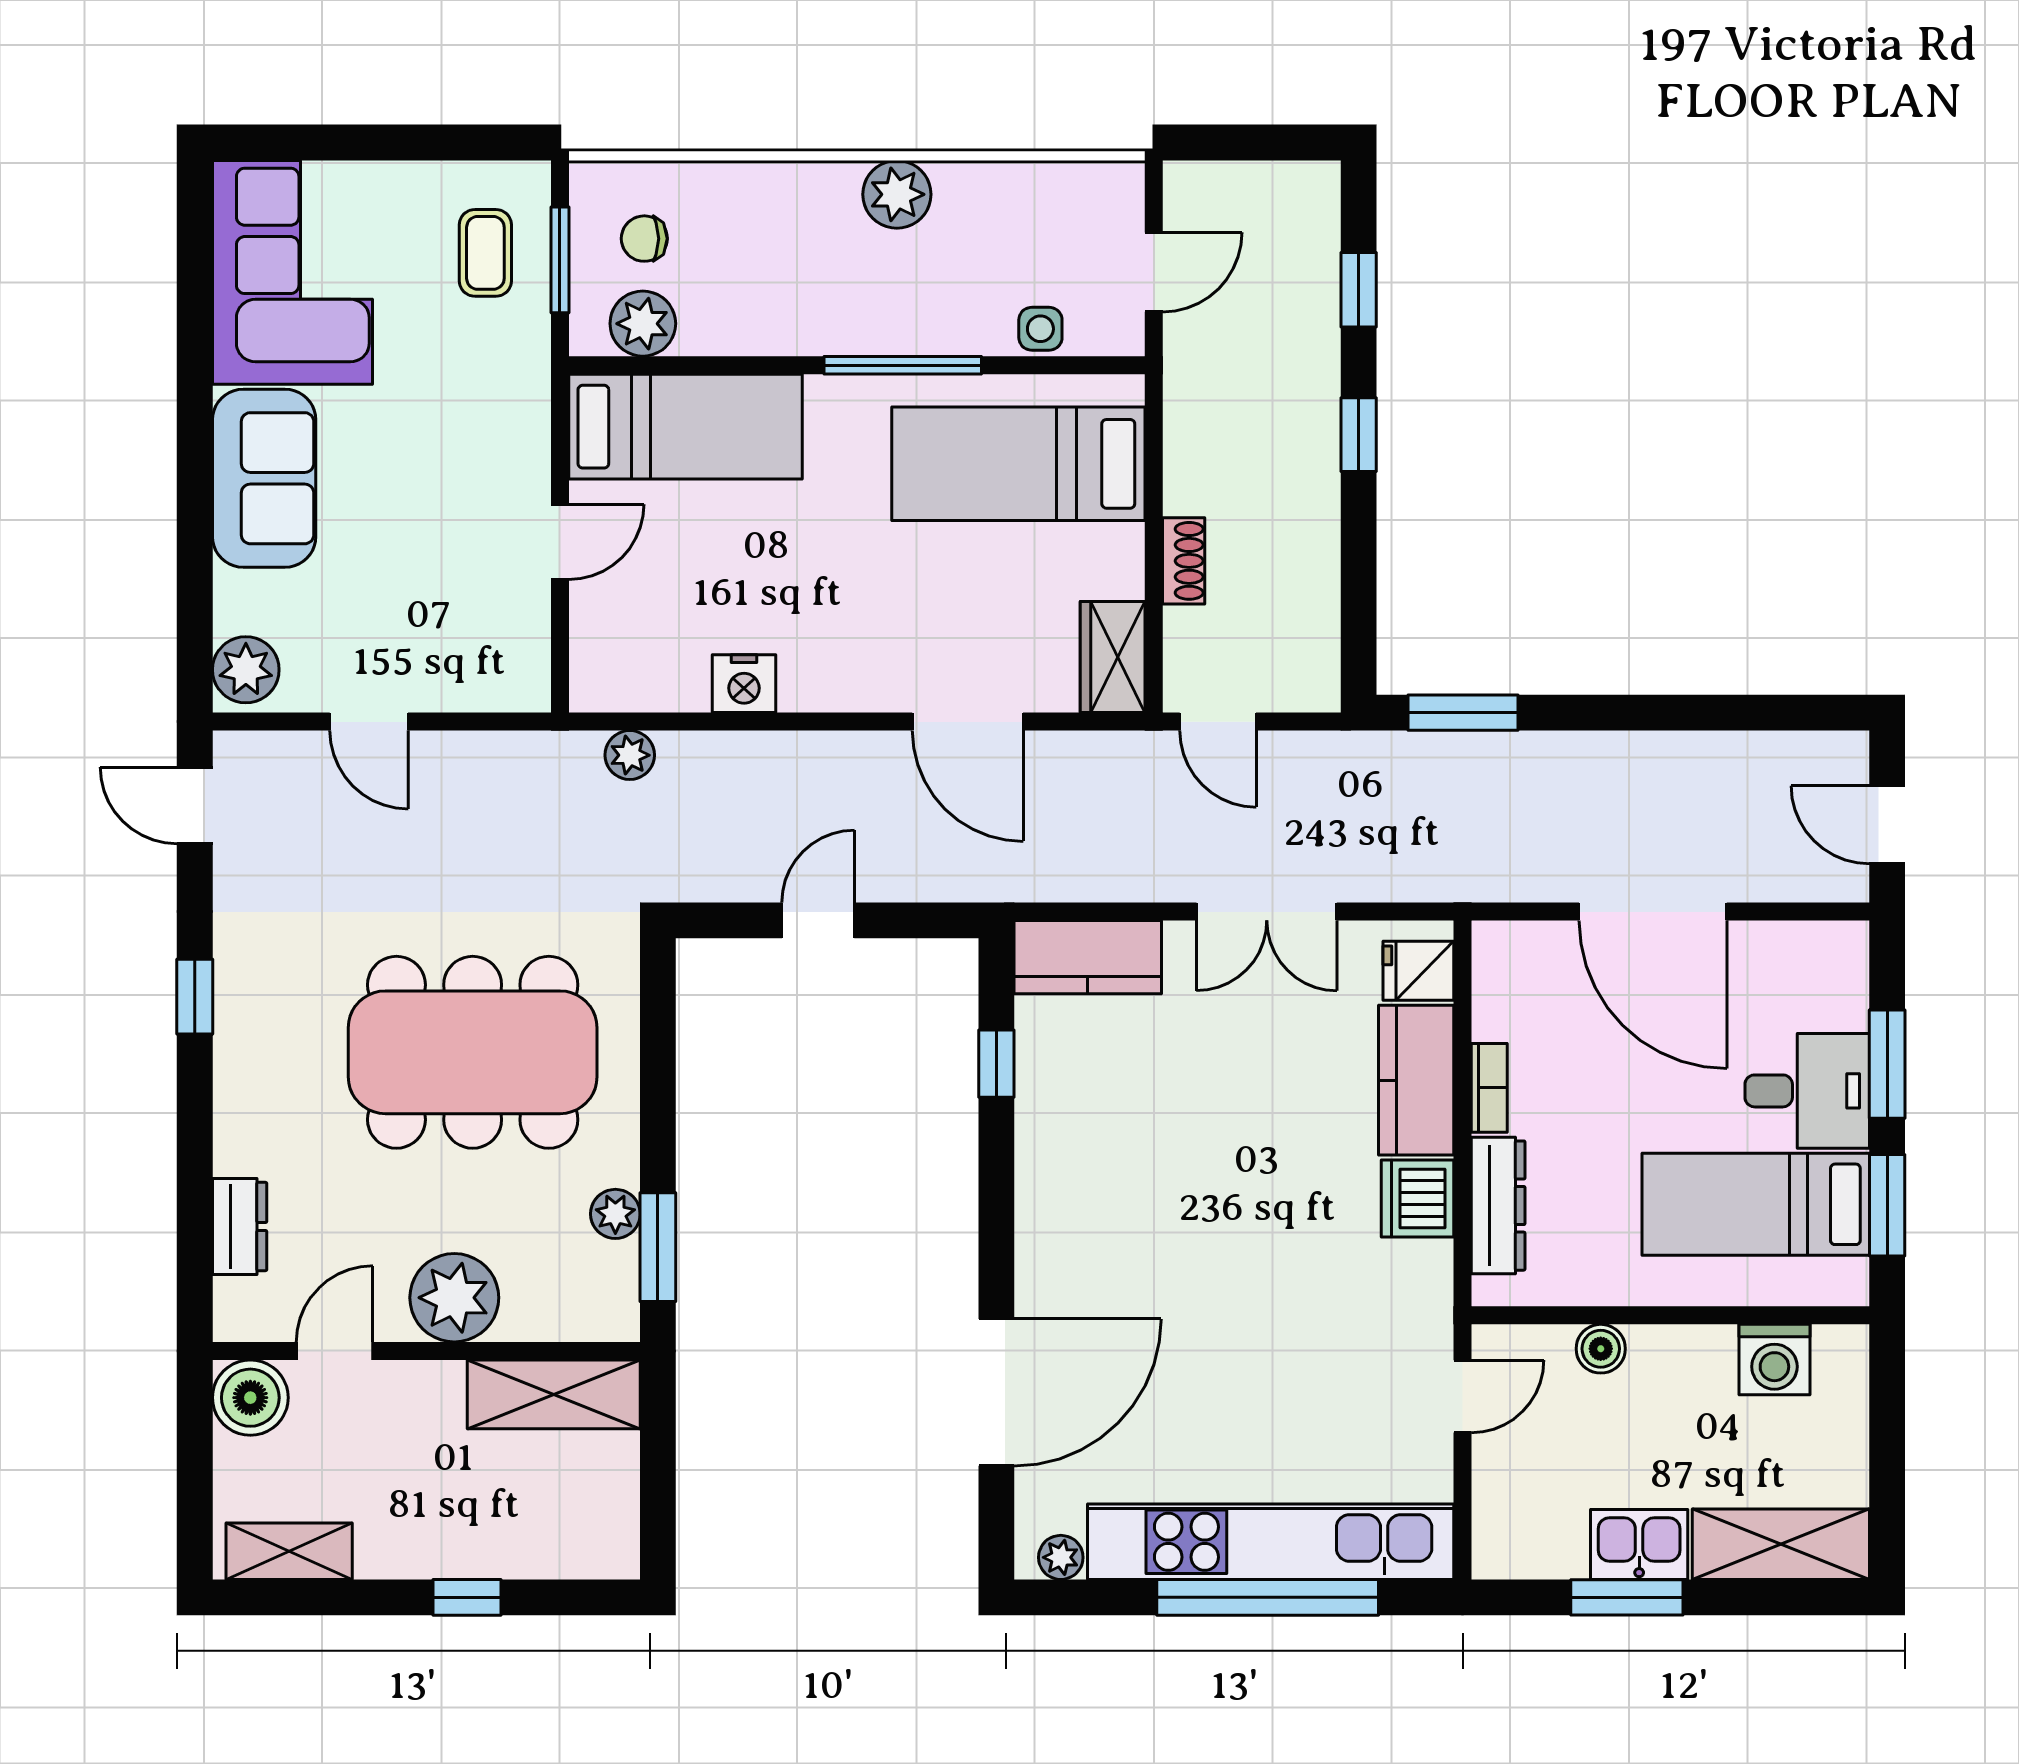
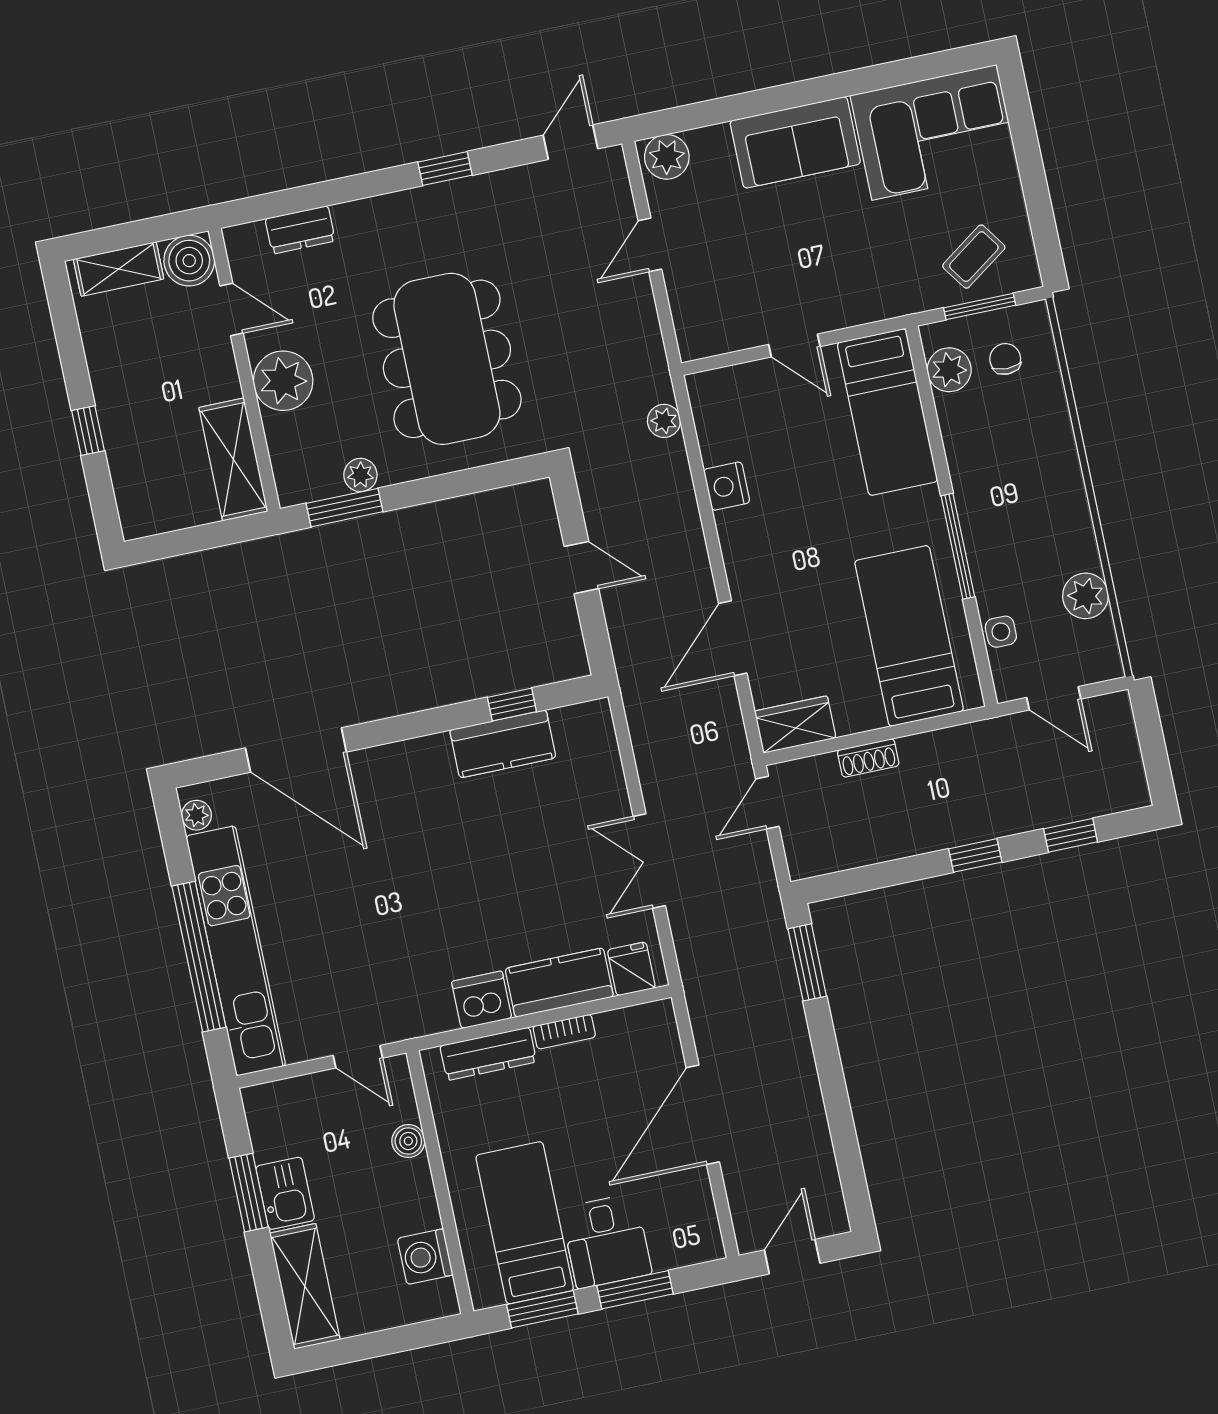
plant: (897, 194) -> (1086, 596), moved
coffee table: (485, 253) -> (974, 257), turned -35
kitchen counter: (1088, 957) -> (503, 744), moved, turned -90
shelving: (289, 1551) -> (119, 269), moved, turned 90

